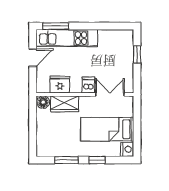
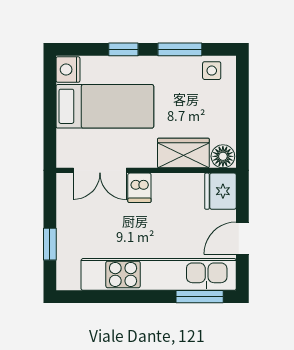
kitchen unit: (67, 38) -> (159, 274), width x1.36
fridge: (60, 85) -> (220, 191), moved, turned 90
side table: (49, 149) -> (212, 71), added

